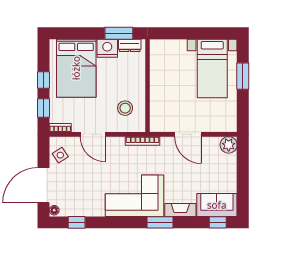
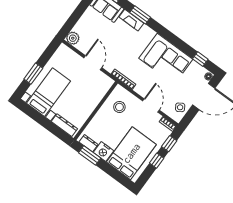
dresser: (169, 46) -> (64, 125), added
corner sofa: (135, 196) -> (166, 59), moved
window: (160, 222) -> (140, 15), moved

